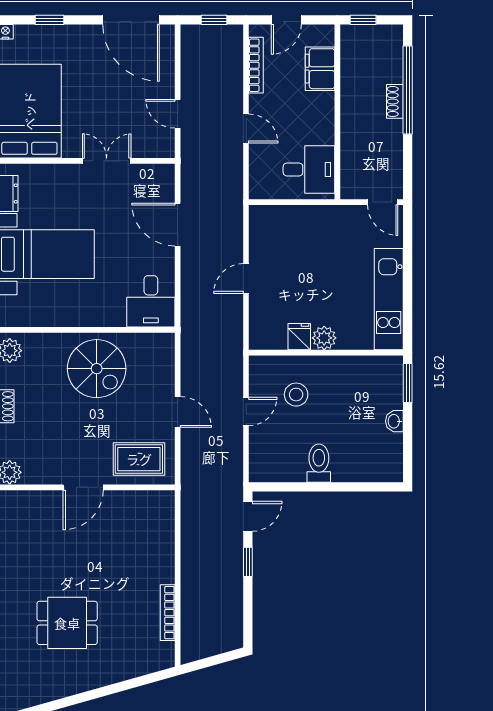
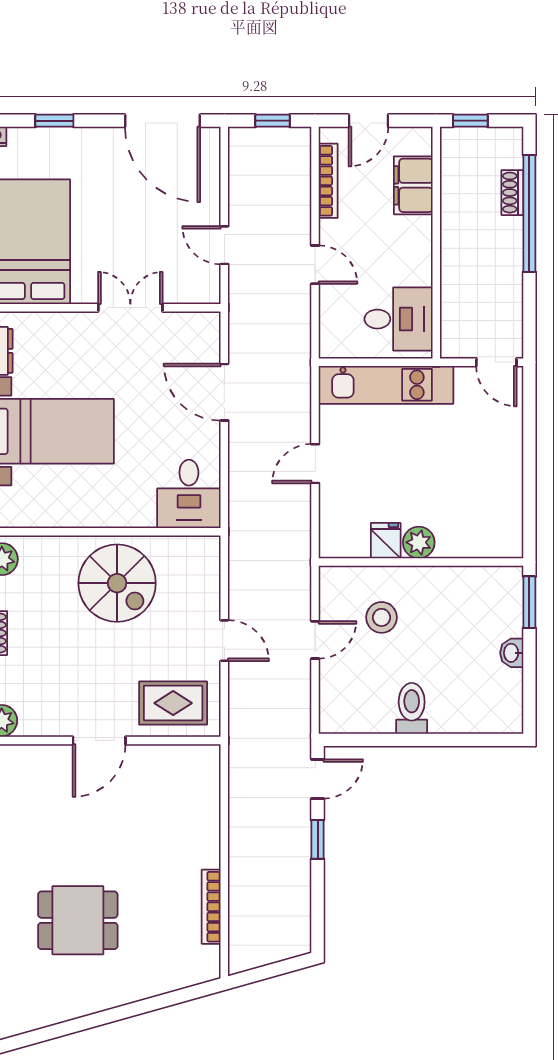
shoe rack: (395, 101) -> (512, 193), moved
kitchen unit: (389, 299) -> (386, 385), moved, turned -90

